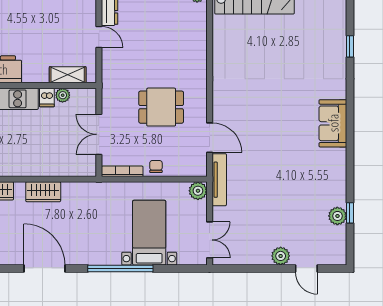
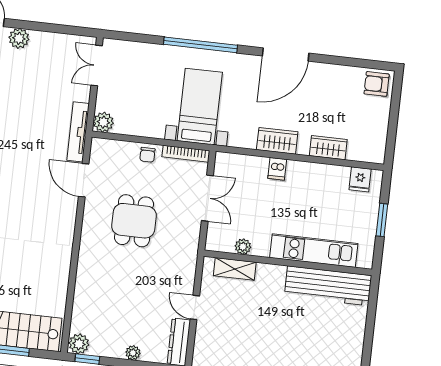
dishwasher: (47, 98) -> (277, 169), moved, turned 180
dining table: (161, 107) -> (134, 221), turned 90
bed with nightstands: (149, 233) -> (200, 107), moved, turned 180
door: (44, 268) -> (286, 55), hinge flipped

